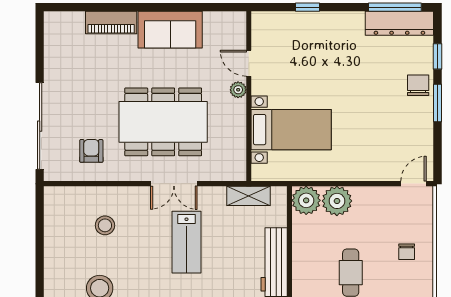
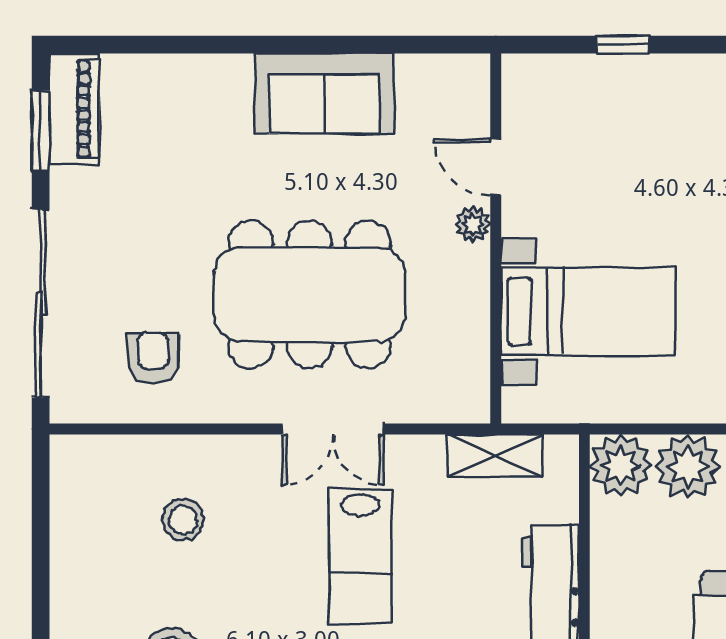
piano: (111, 23) -> (74, 109), moved, turned -90
window: (40, 47) -> (41, 131), added

